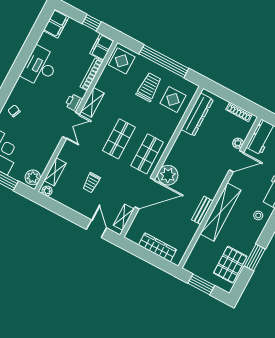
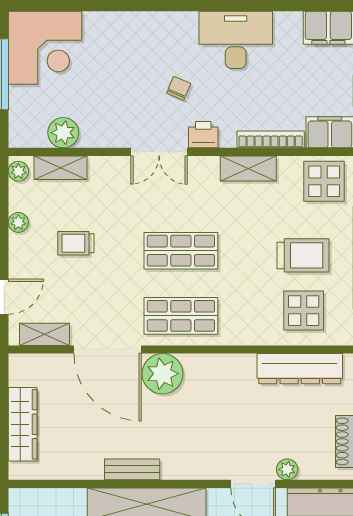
shelving: (92, 102) -> (248, 168), moved
chair: (14, 111) -> (179, 88), moved
plant: (33, 177) -> (63, 133), moved
plant: (69, 203) -> (18, 222), added

